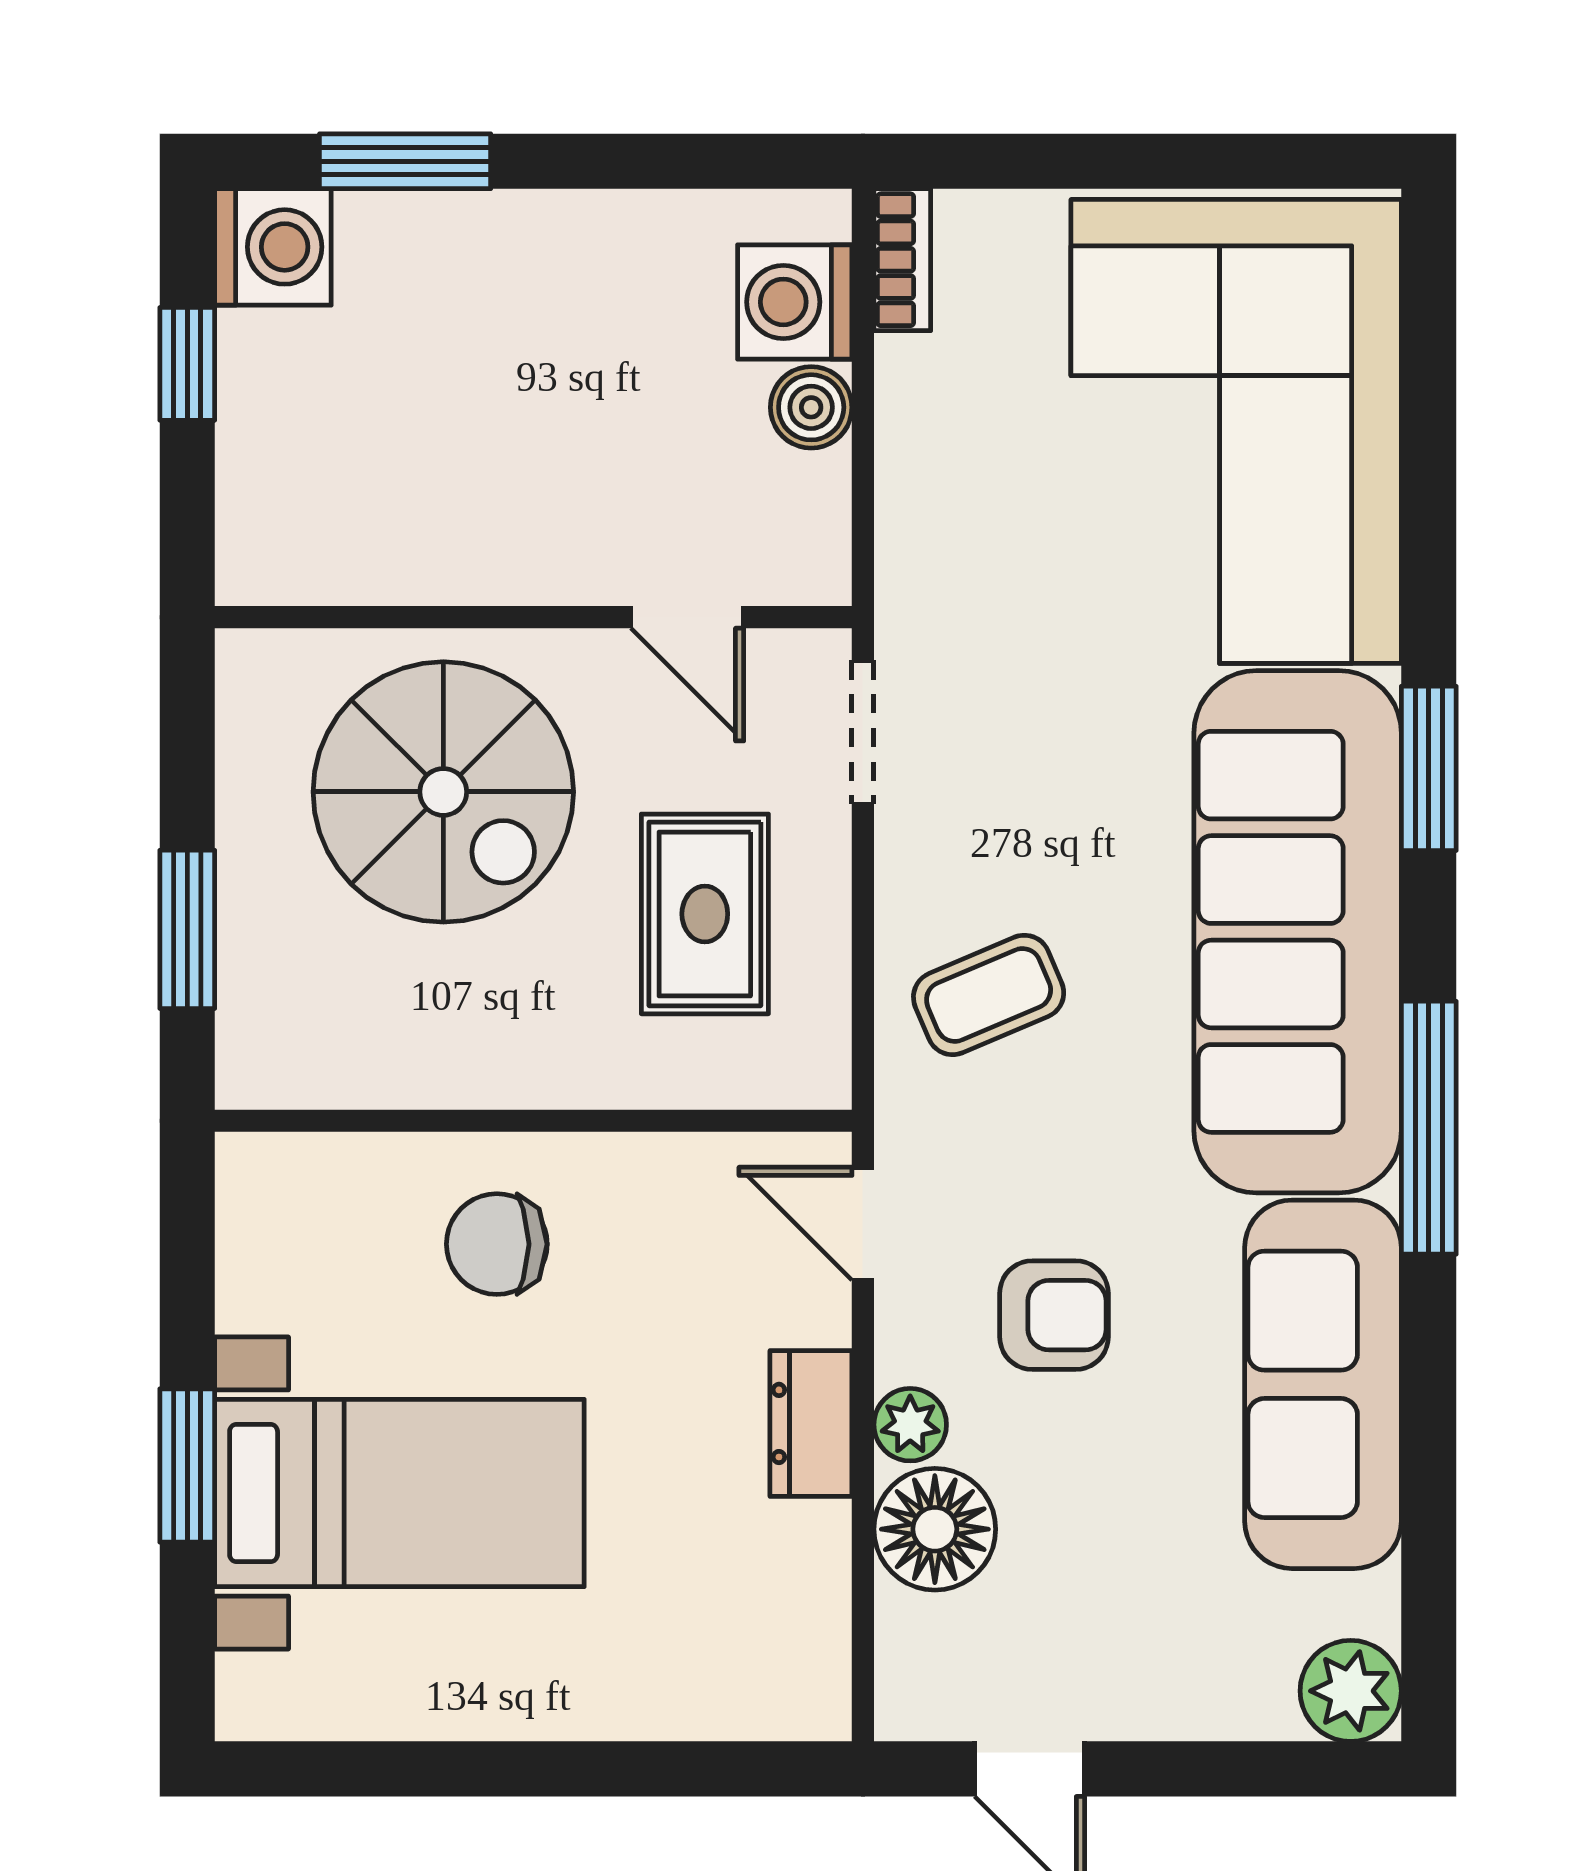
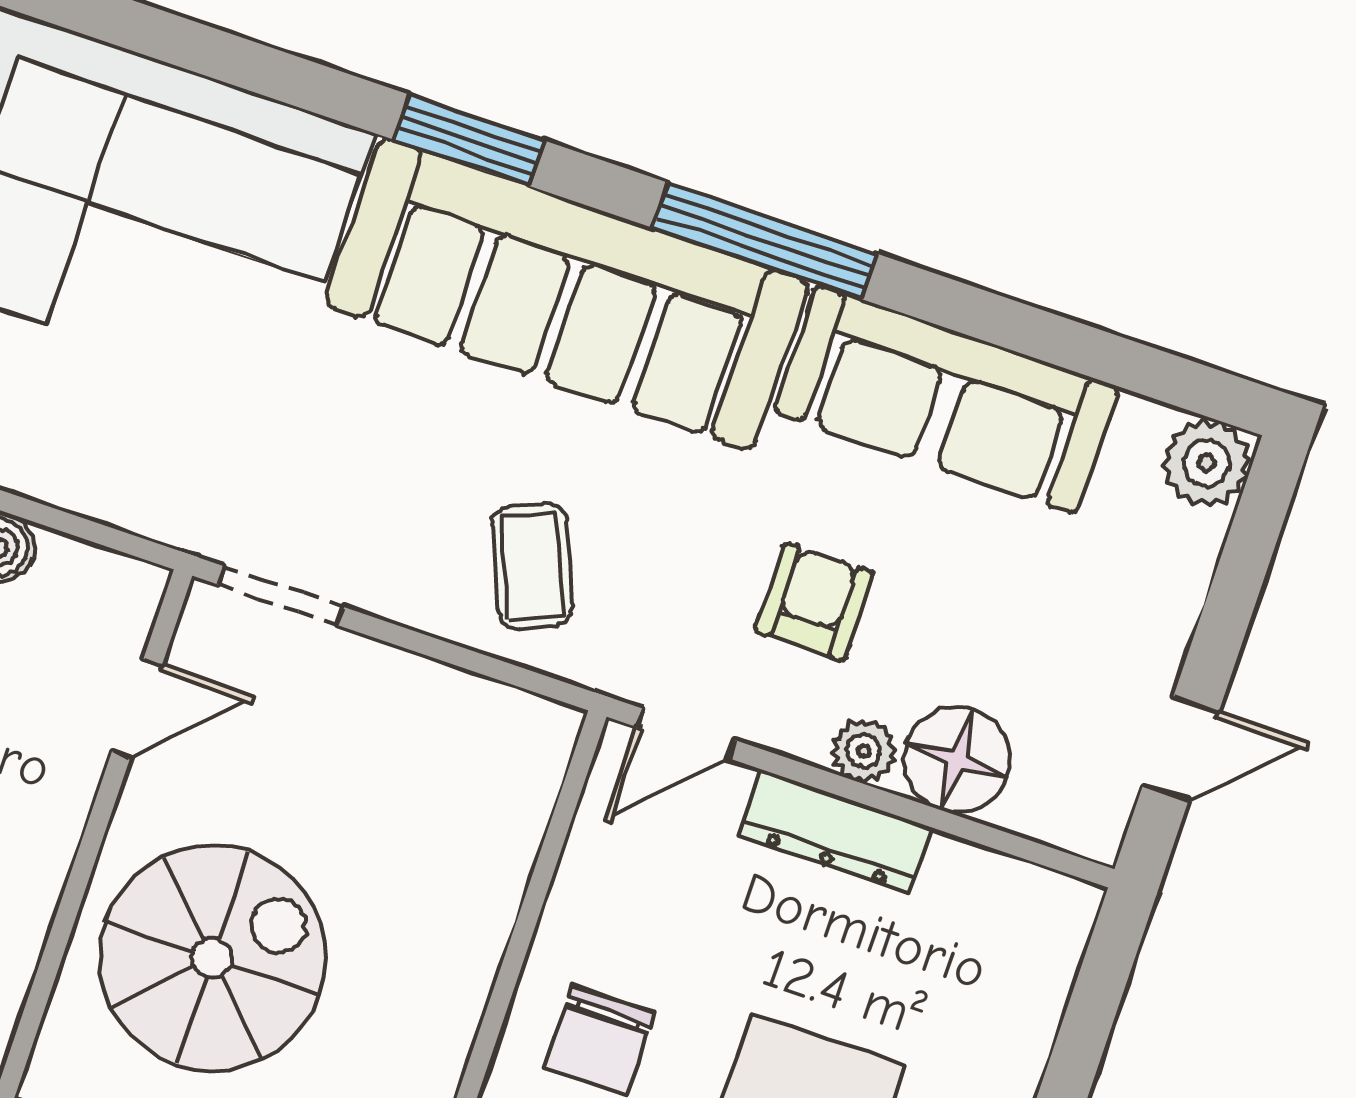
rug: (705, 914) -> (386, 777), removed
dresser: (811, 1423) -> (835, 832), width x1.44

